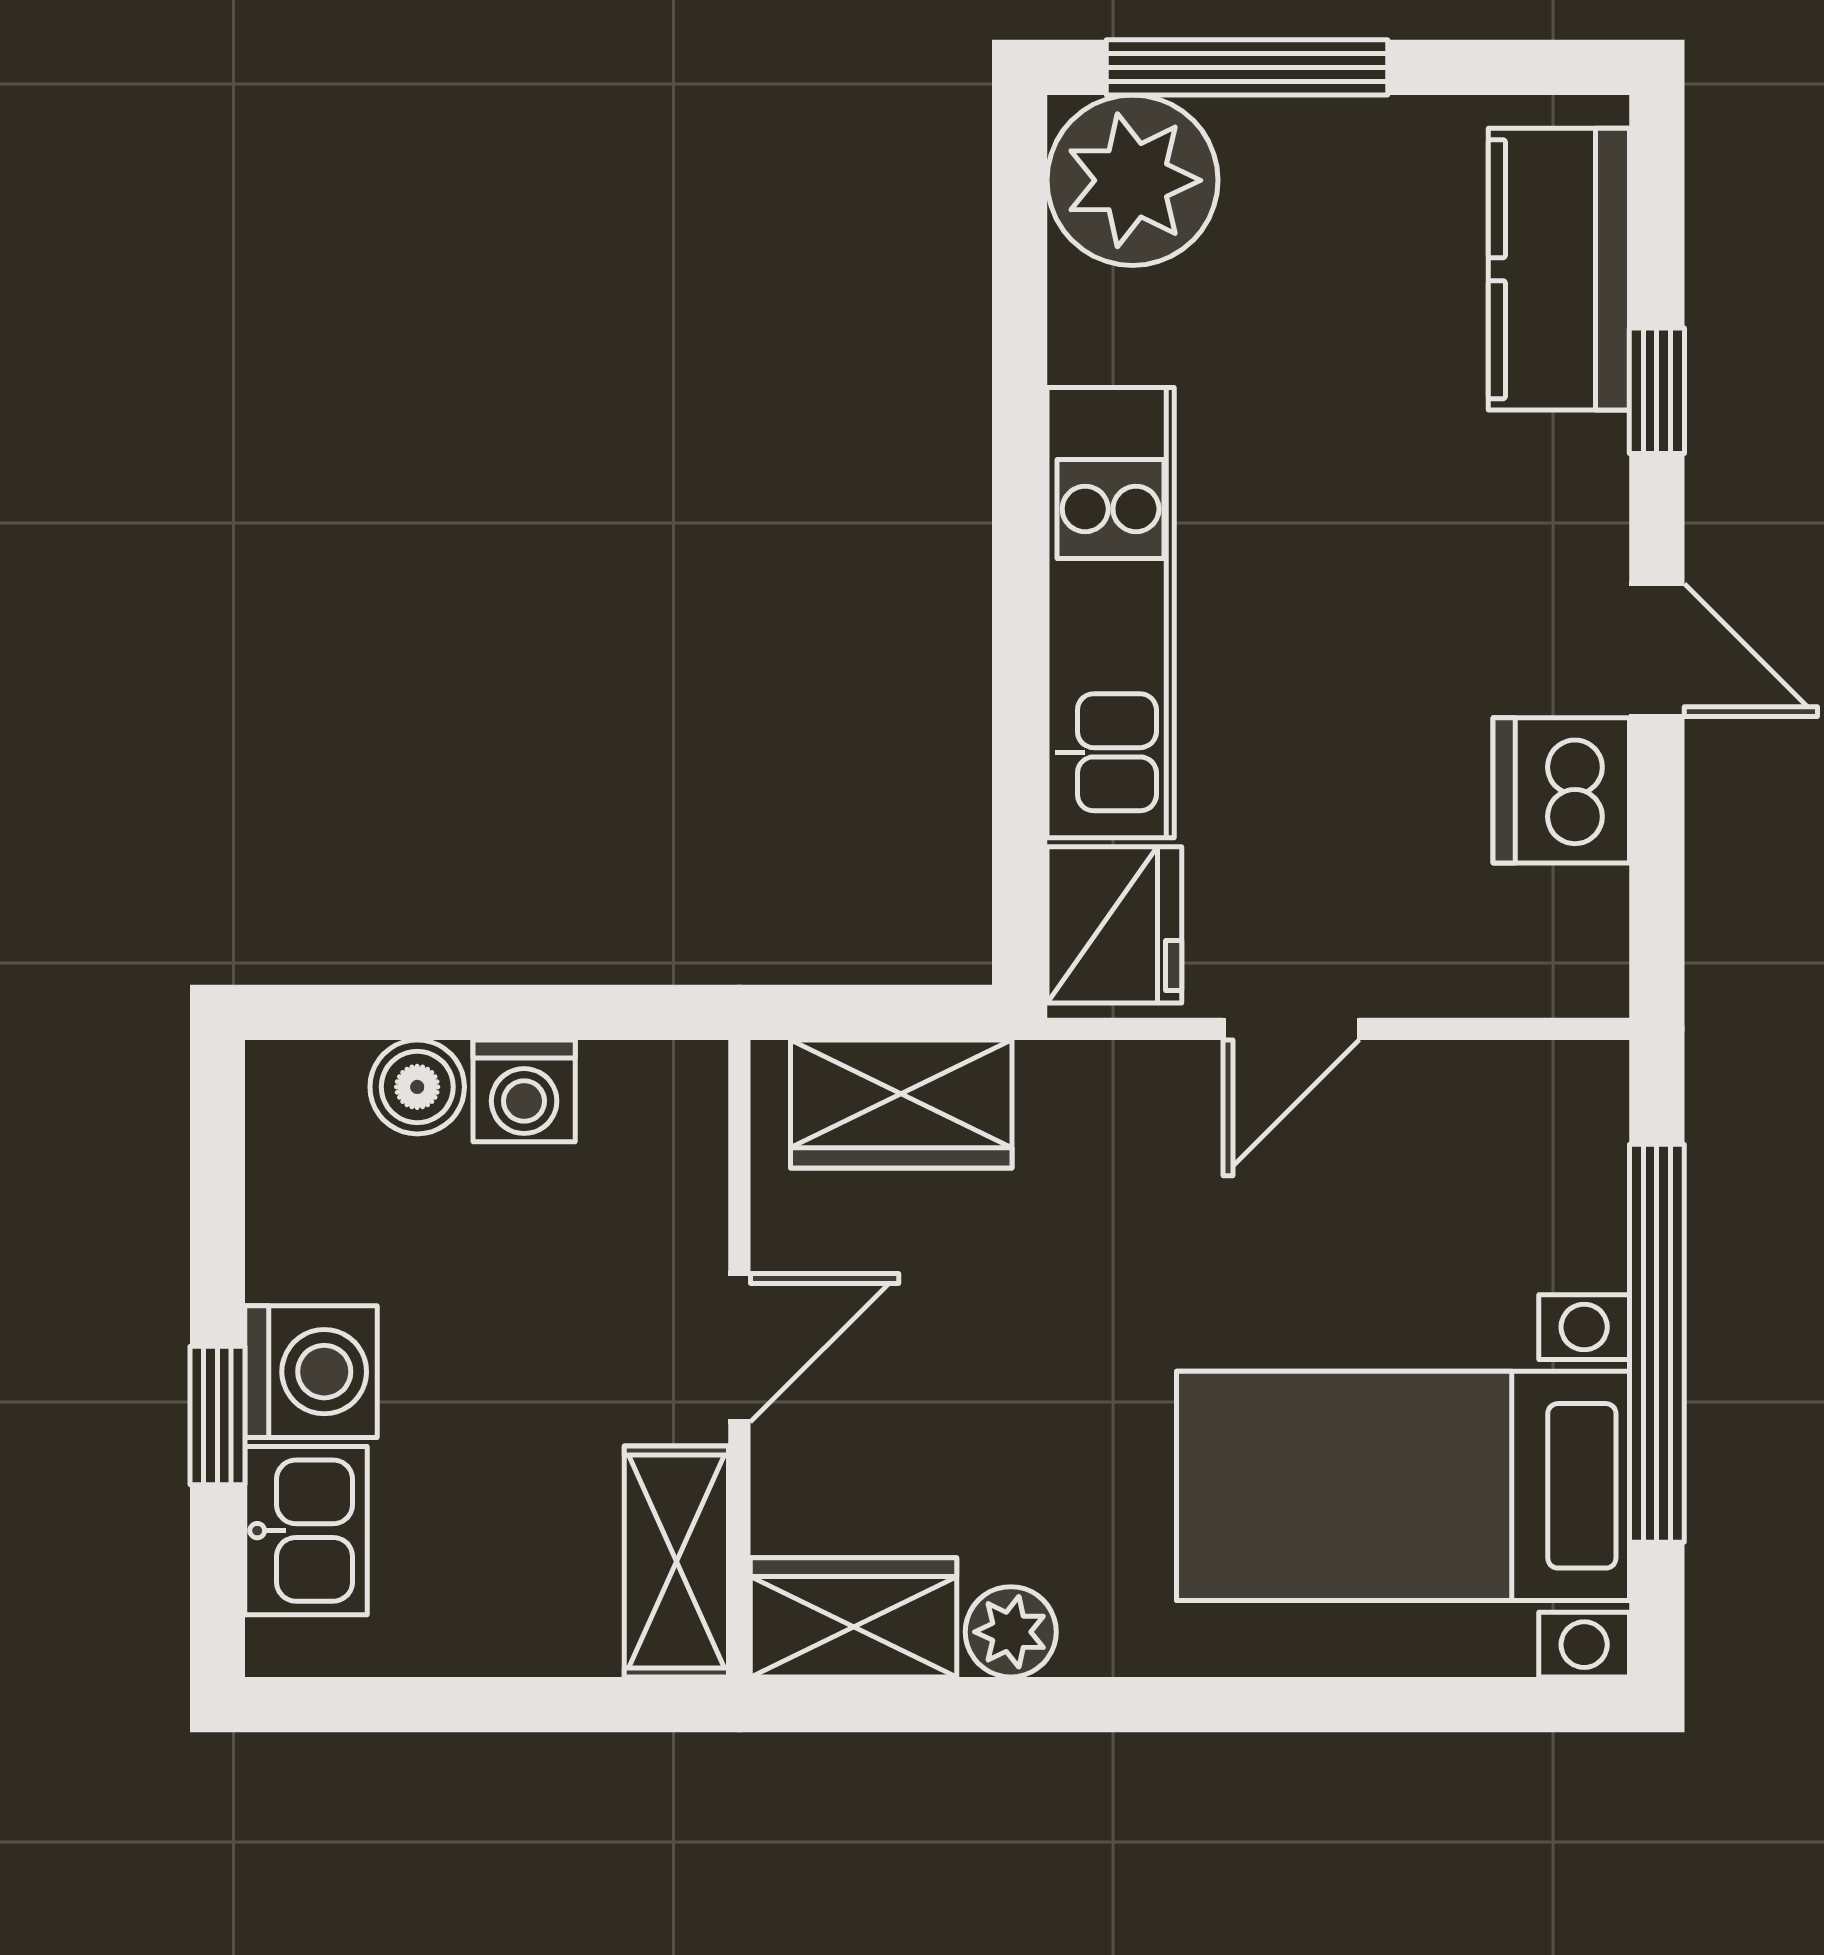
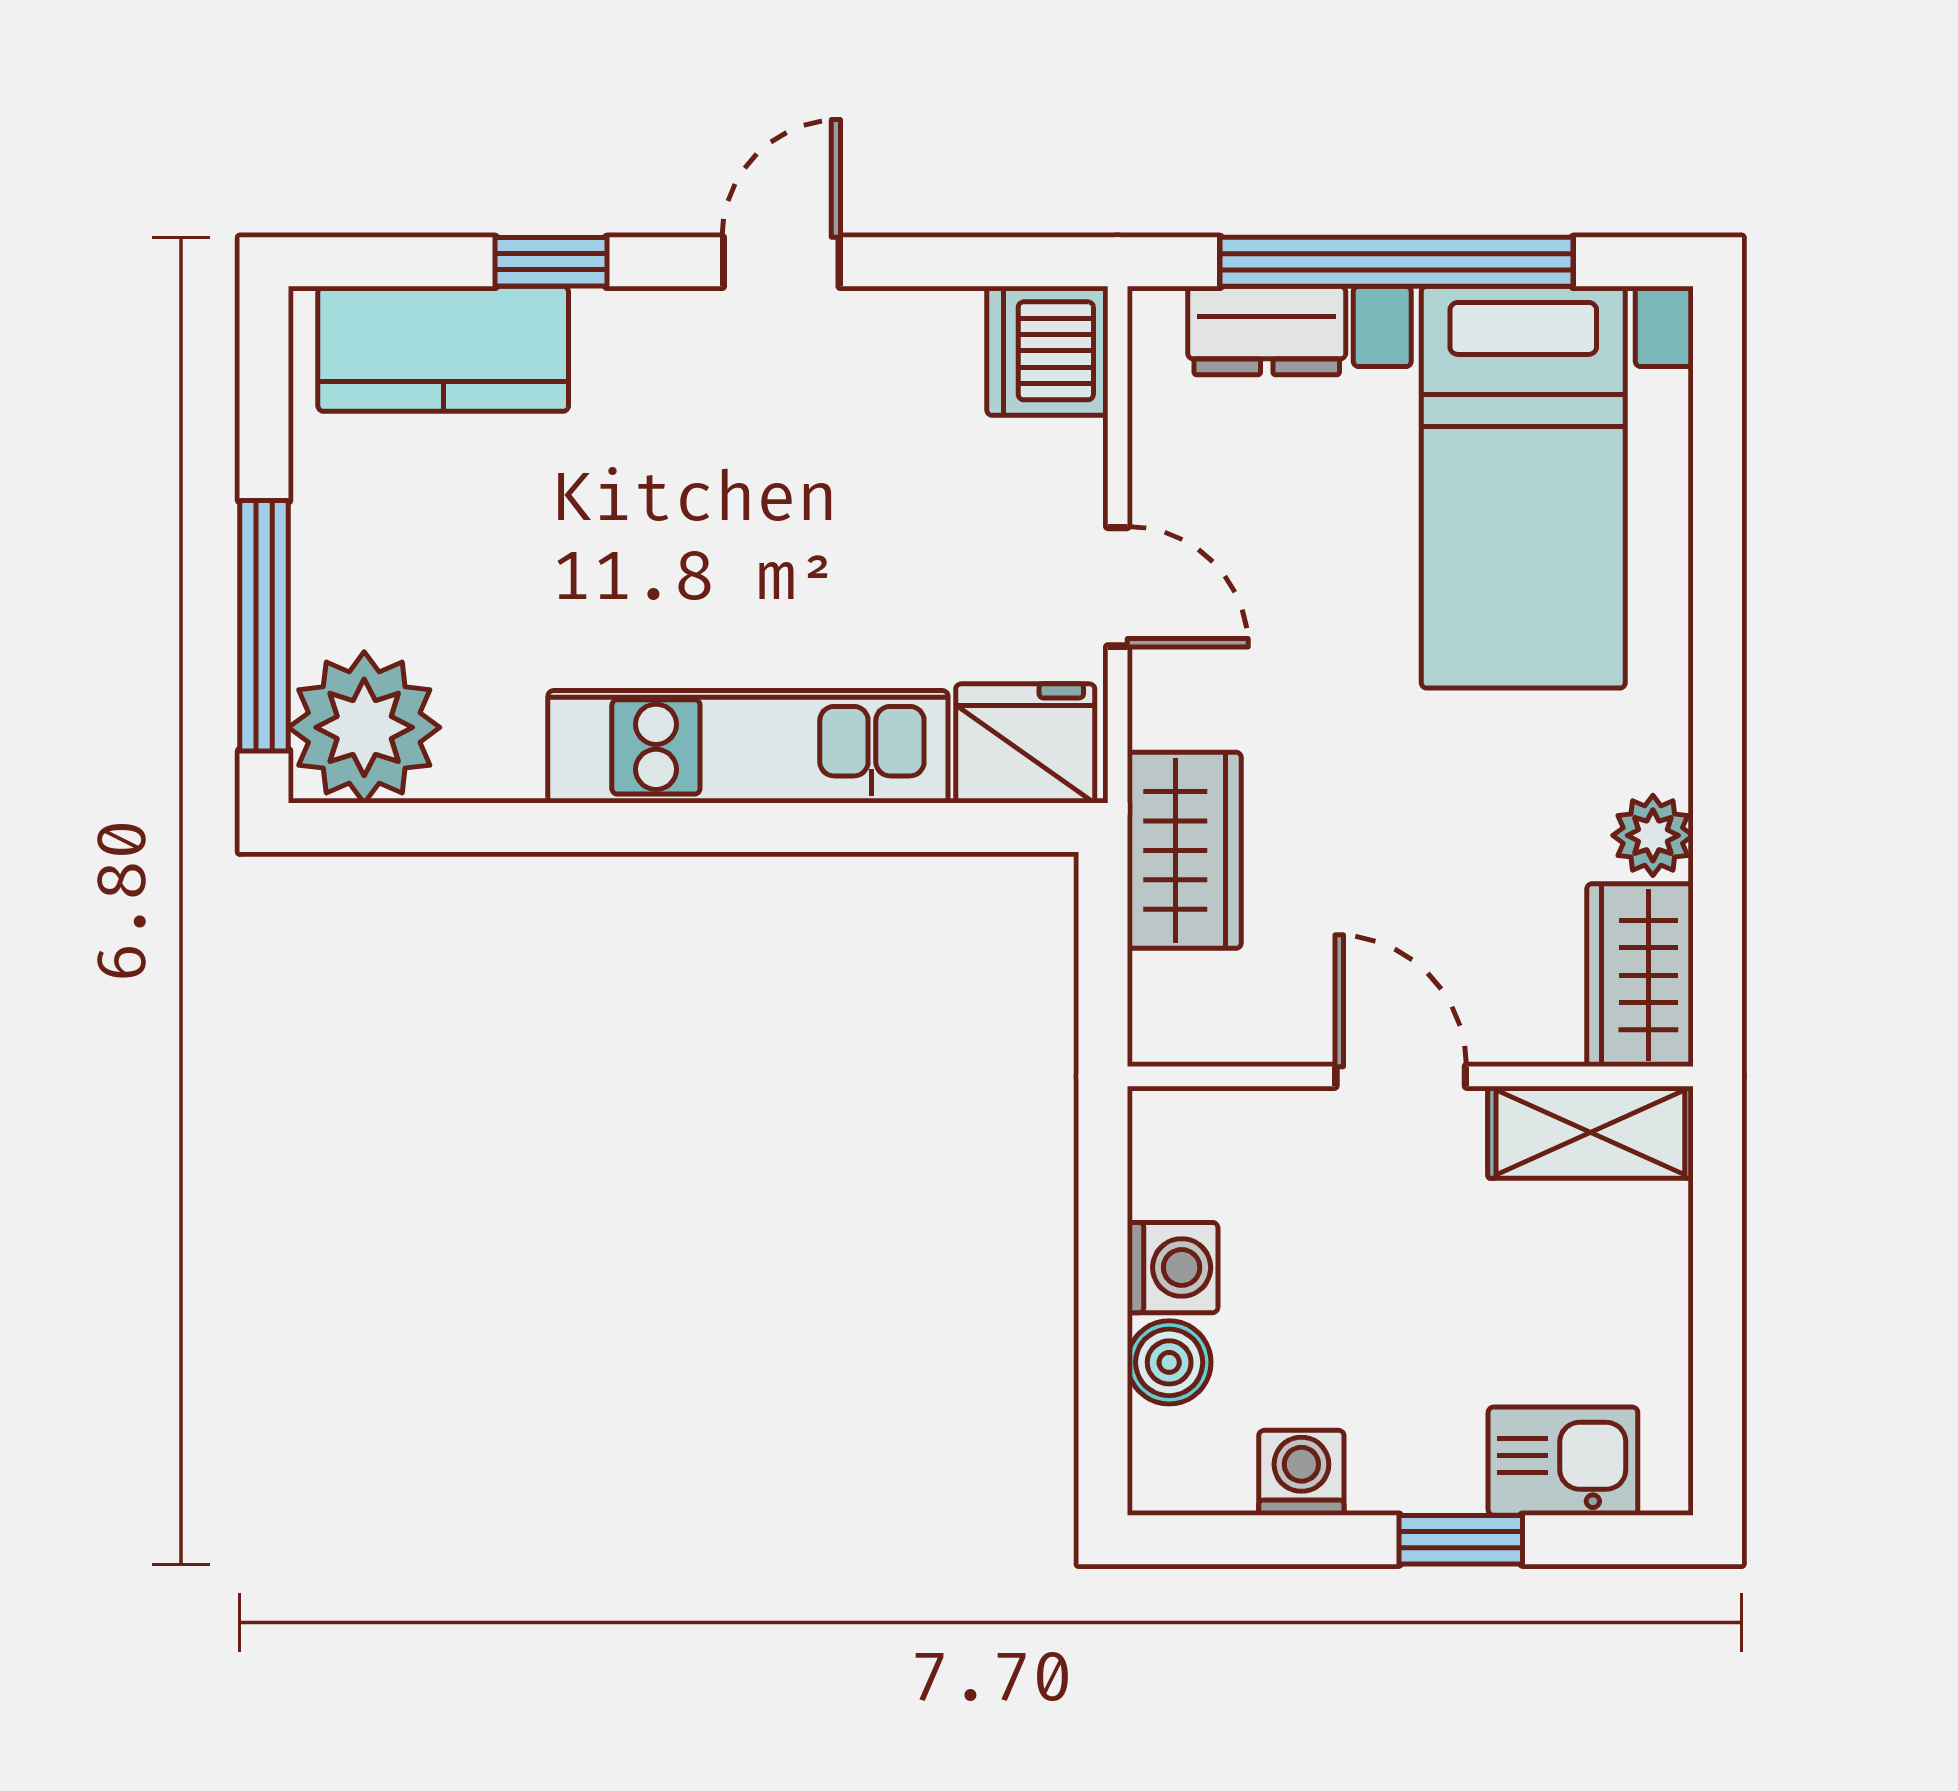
dishwasher: (1561, 790) -> (1047, 351), moved, turned 90
wardrobe: (901, 1104) -> (1184, 850), moved
dresser: (1579, 1197) -> (1267, 331), added
washing machine: (311, 1372) -> (1301, 1473), moved, width x0.73, depth x0.73

